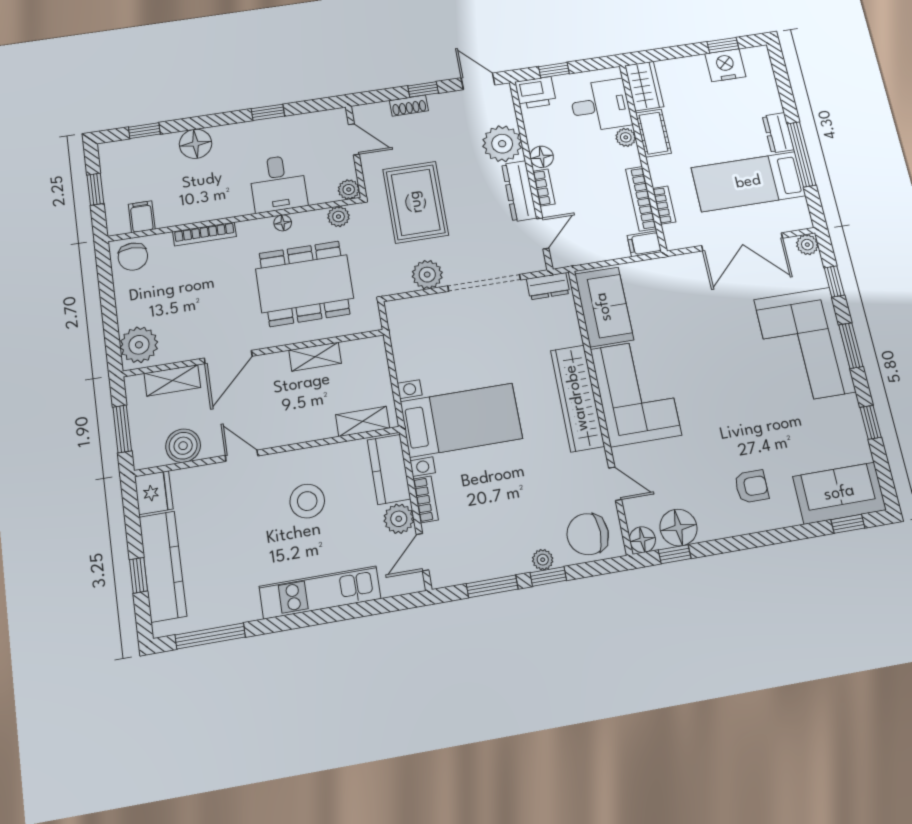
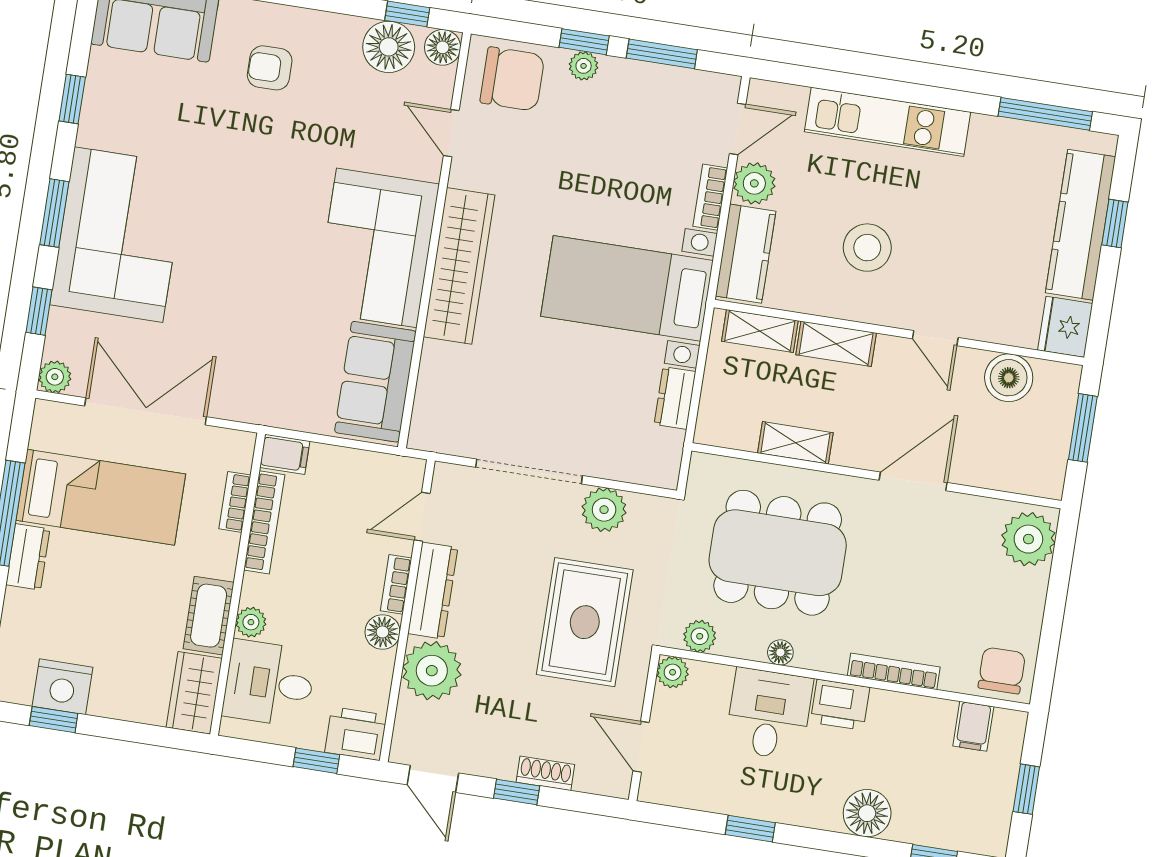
printer: (233, 203) -> (840, 705), added
dresser: (548, 286) -> (675, 398), moved, turned -90
shelving: (172, 380) -> (836, 344), moved

